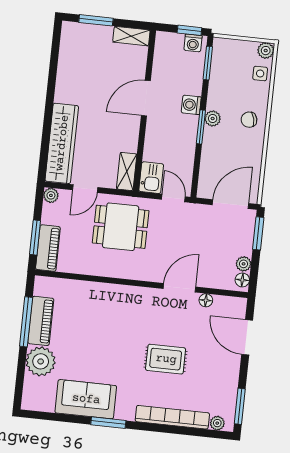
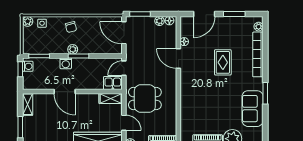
dining table: (121, 227) -> (145, 98), turned 90
window: (240, 406) -> (234, 14), moved

